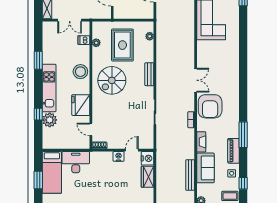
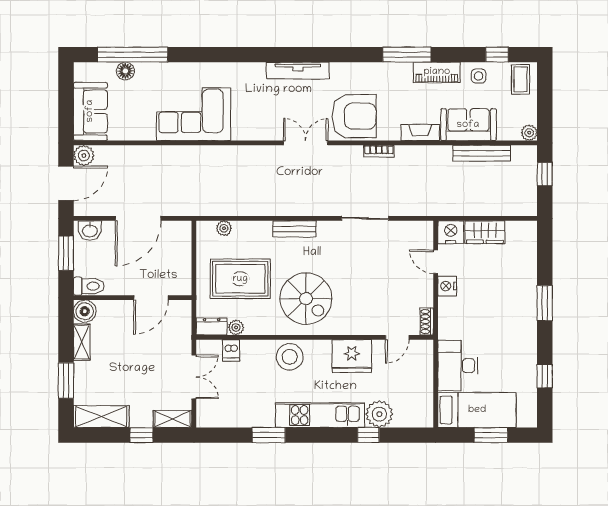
dresser: (97, 30) -> (212, 326), added
tv unit: (235, 76) -> (298, 71), added

